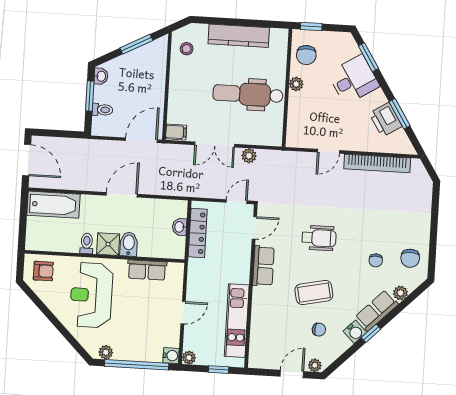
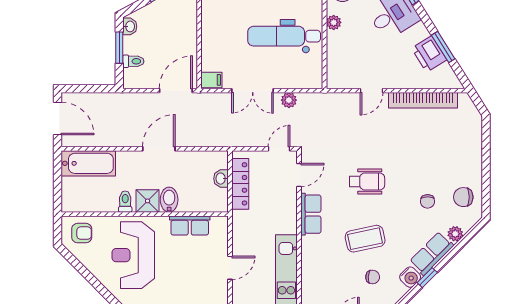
chair: (410, 258) -> (463, 197), turned 90

